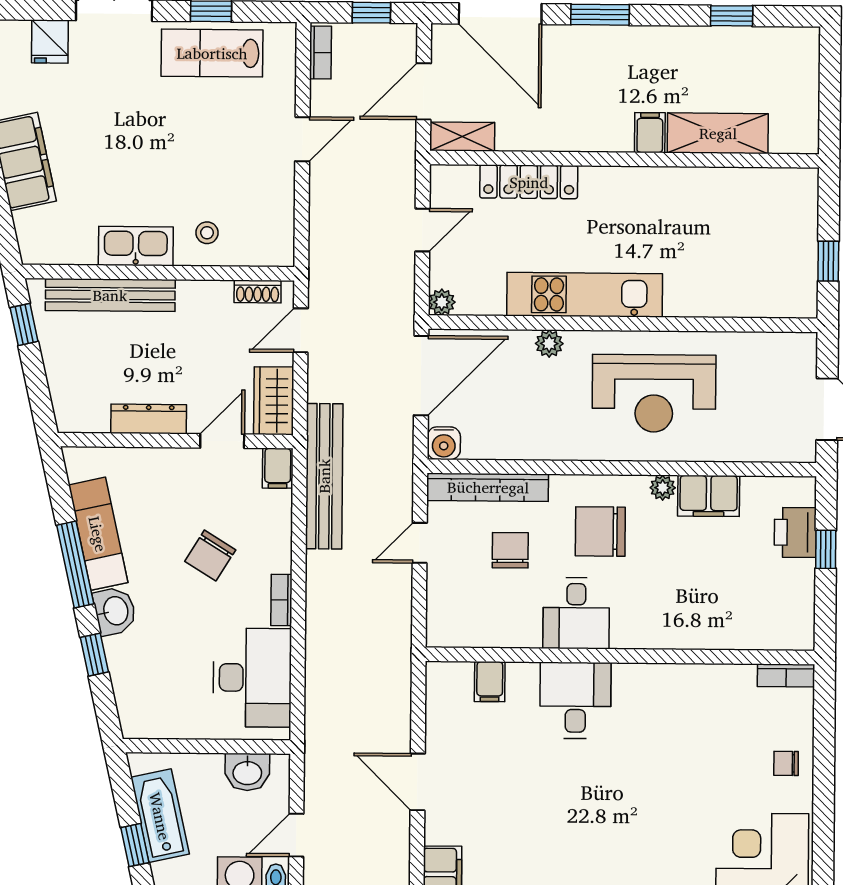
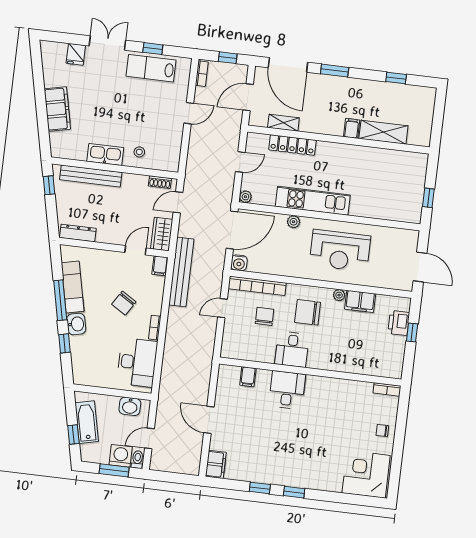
shelving: (462, 137) -> (283, 123), moved
dresser: (149, 419) -> (78, 233), moved

